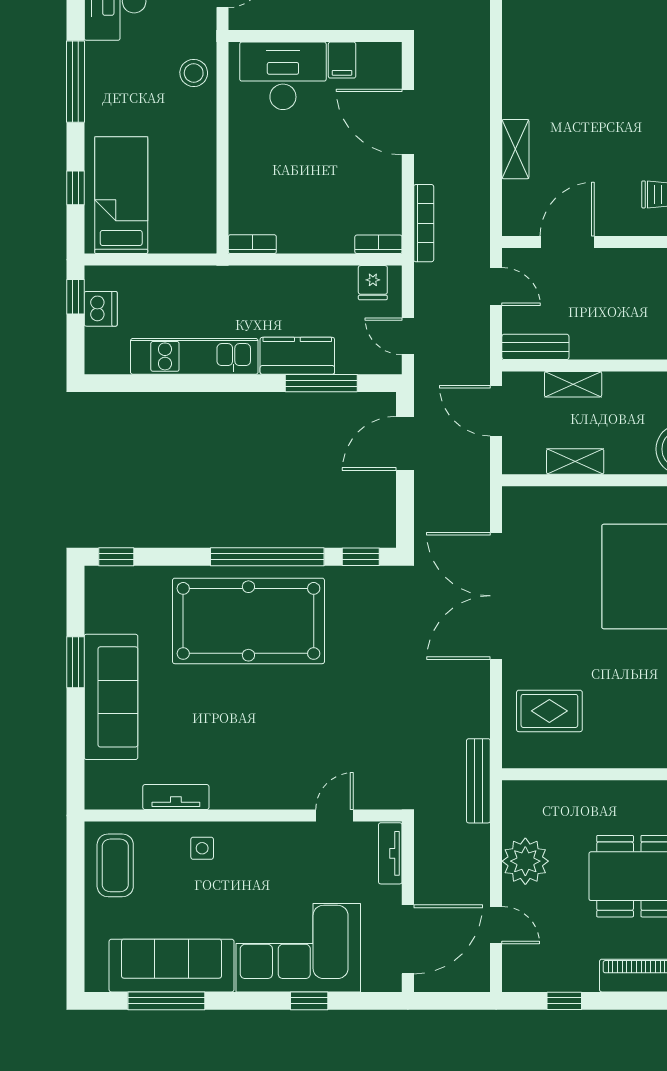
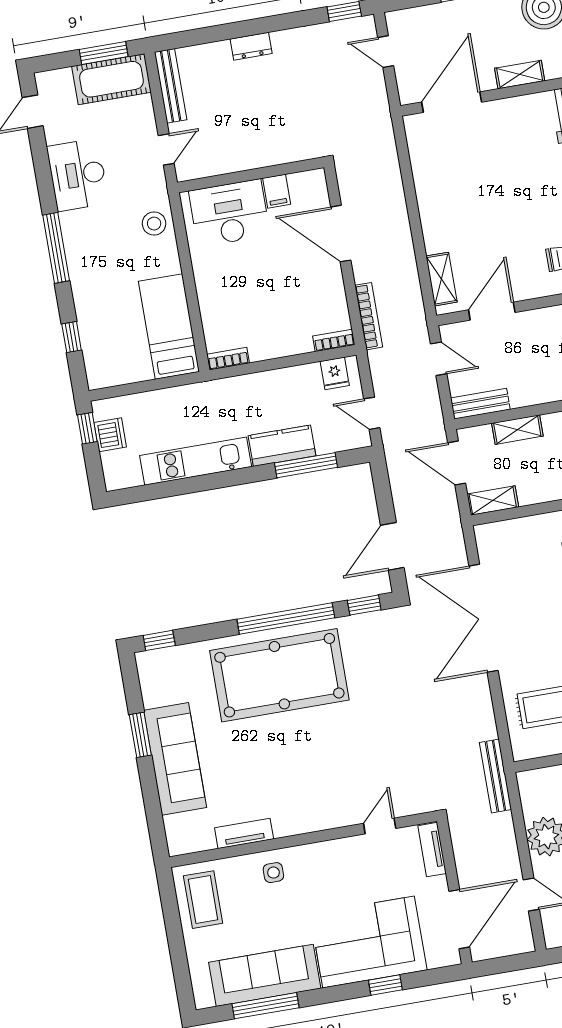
shelving: (515, 149) -> (442, 279), moved
bed: (121, 195) -> (169, 327), moved
door: (405, 443) -> (392, 546), moved
shelving: (575, 462) -> (493, 501), moved

